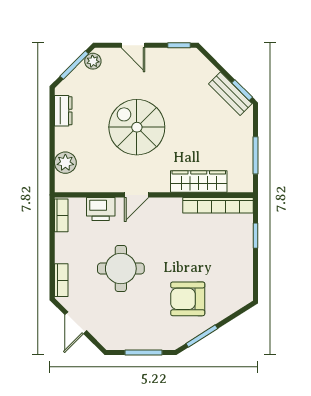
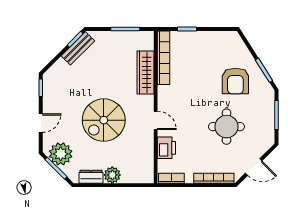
plant: (93, 61) -> (61, 154), width x1.87, depth x1.87
plant: (65, 163) -> (112, 175), moved
round table: (121, 269) -> (226, 127), moved
bookcase: (61, 280) -> (214, 178), width x1.56

